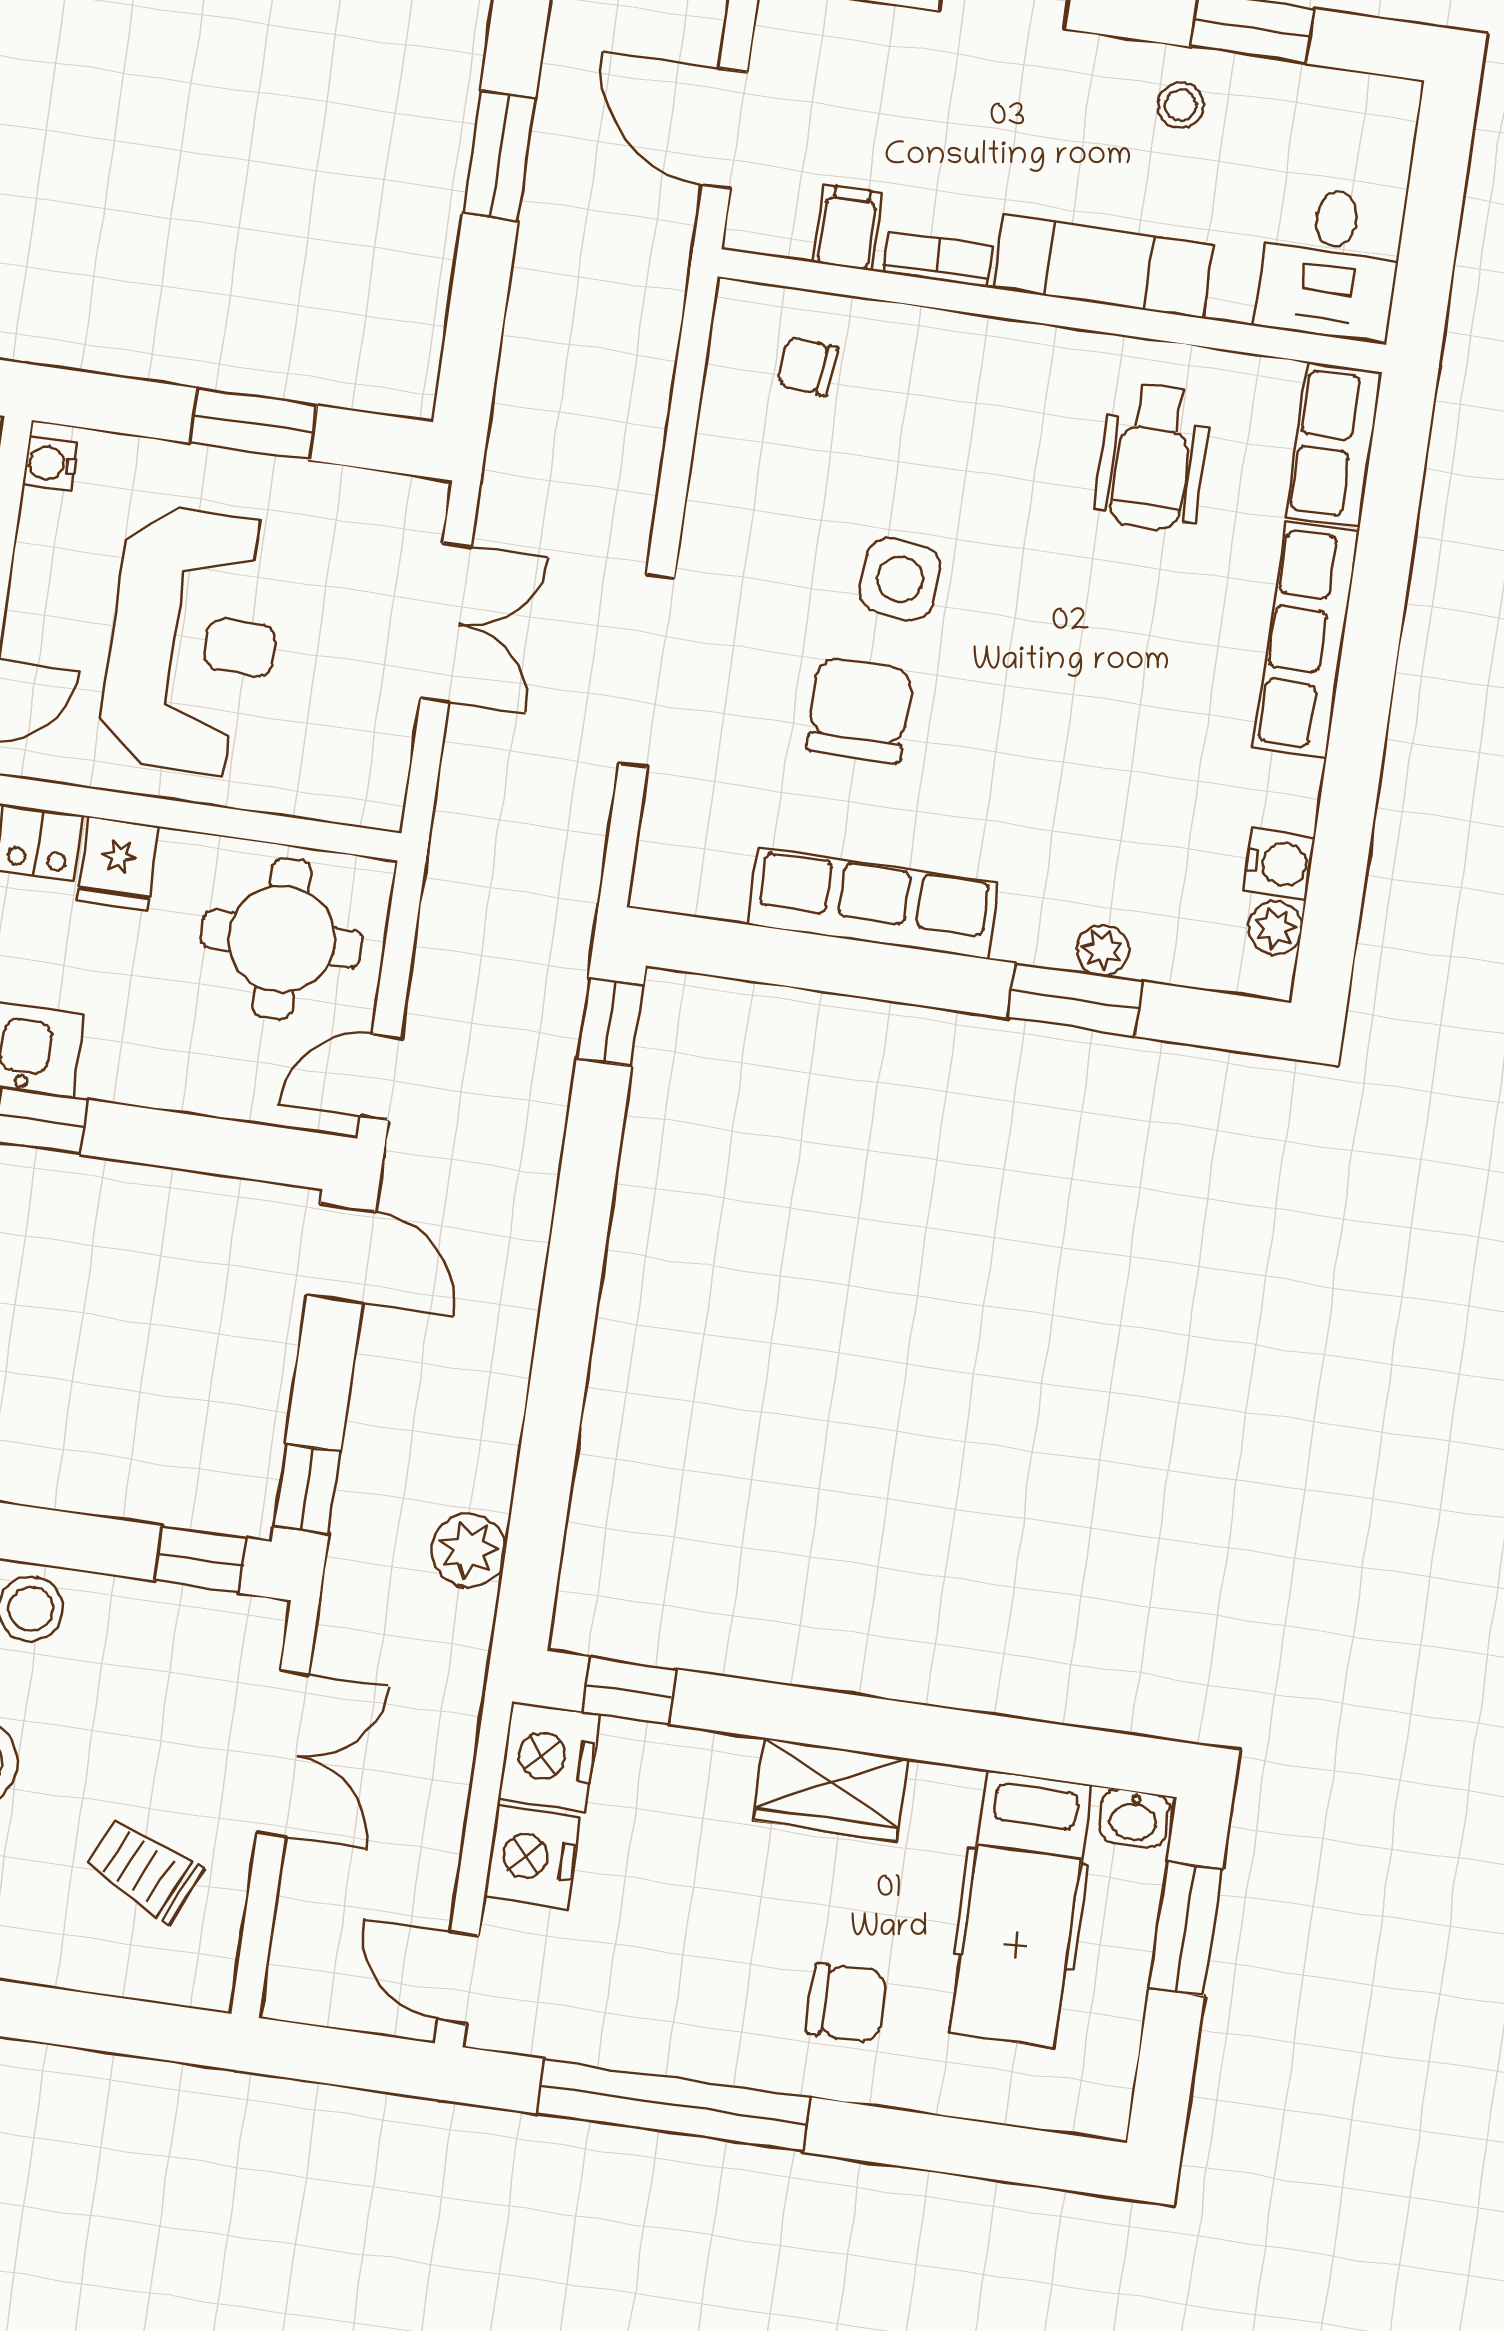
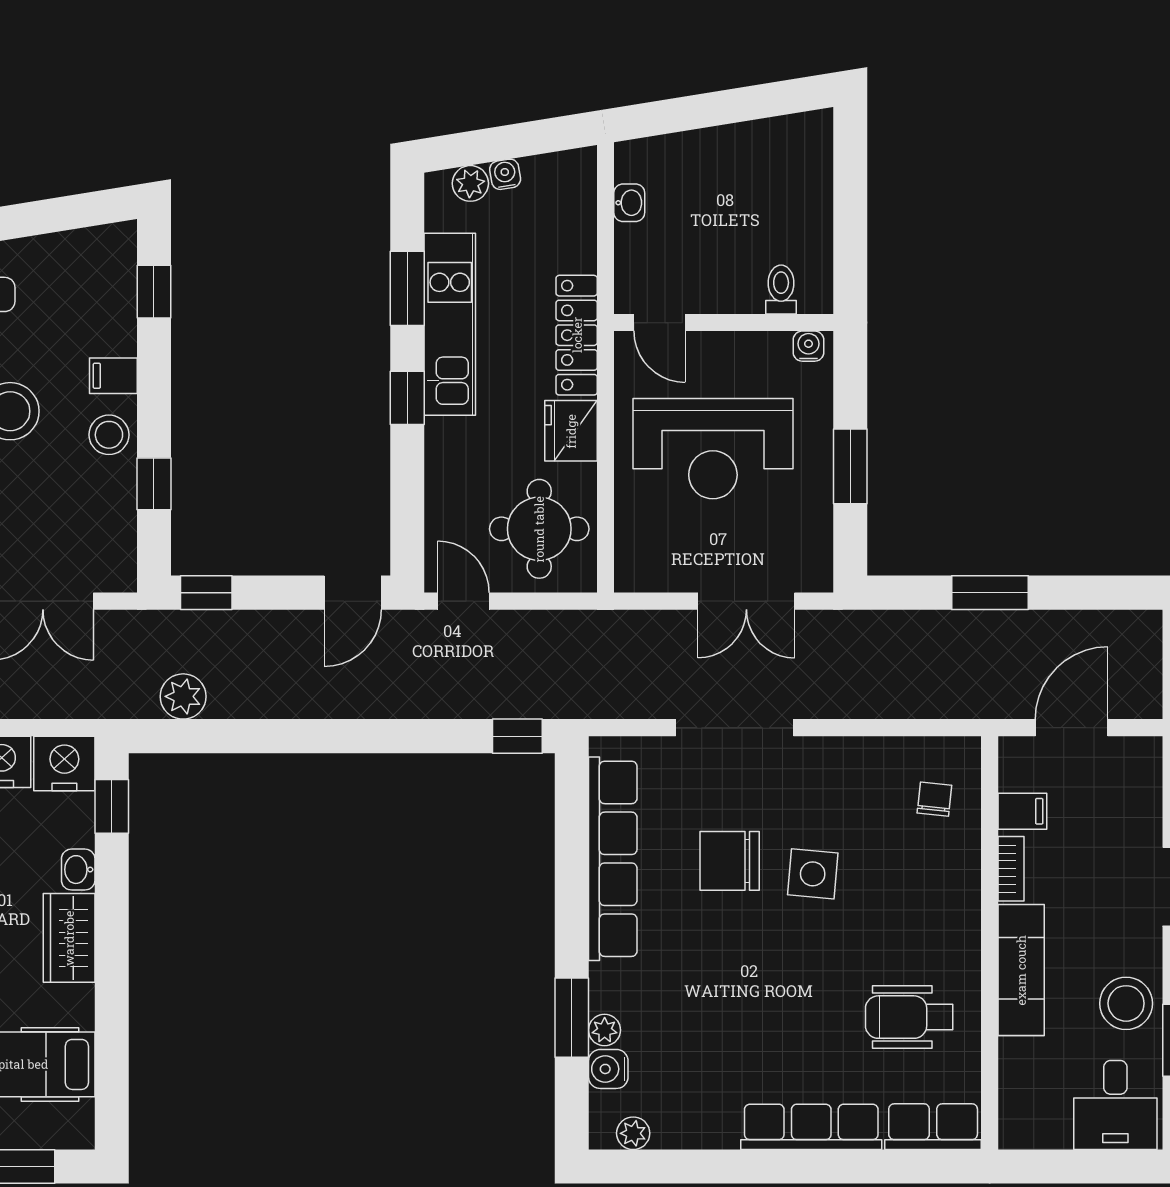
stool: (1181, 105) -> (1126, 1003), width x1.89, depth x1.89
window: (499, 156) -> (990, 593), moved
desk: (1330, 264) -> (1115, 1105), moved, turned -90
chair: (860, 710) -> (730, 861), turned 180
fridge: (118, 863) -> (571, 431), width x1.38
water cooler: (1279, 864) -> (608, 1069), moved, turned 90
row of seats: (873, 903) -> (613, 859), width x1.36
window: (200, 1559) -> (154, 484), moved
washbasin: (1134, 1818) -> (78, 870), moved

